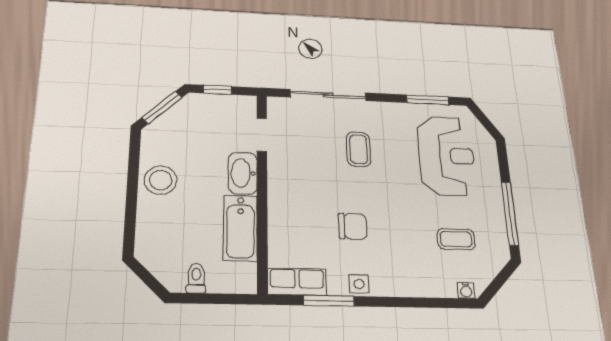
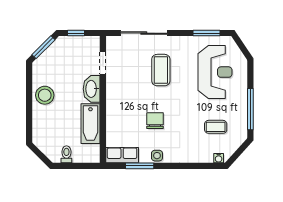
coffee table: (358, 149) -> (161, 70), width x1.36, depth x1.30
chair: (353, 226) -> (155, 121), turned -90

